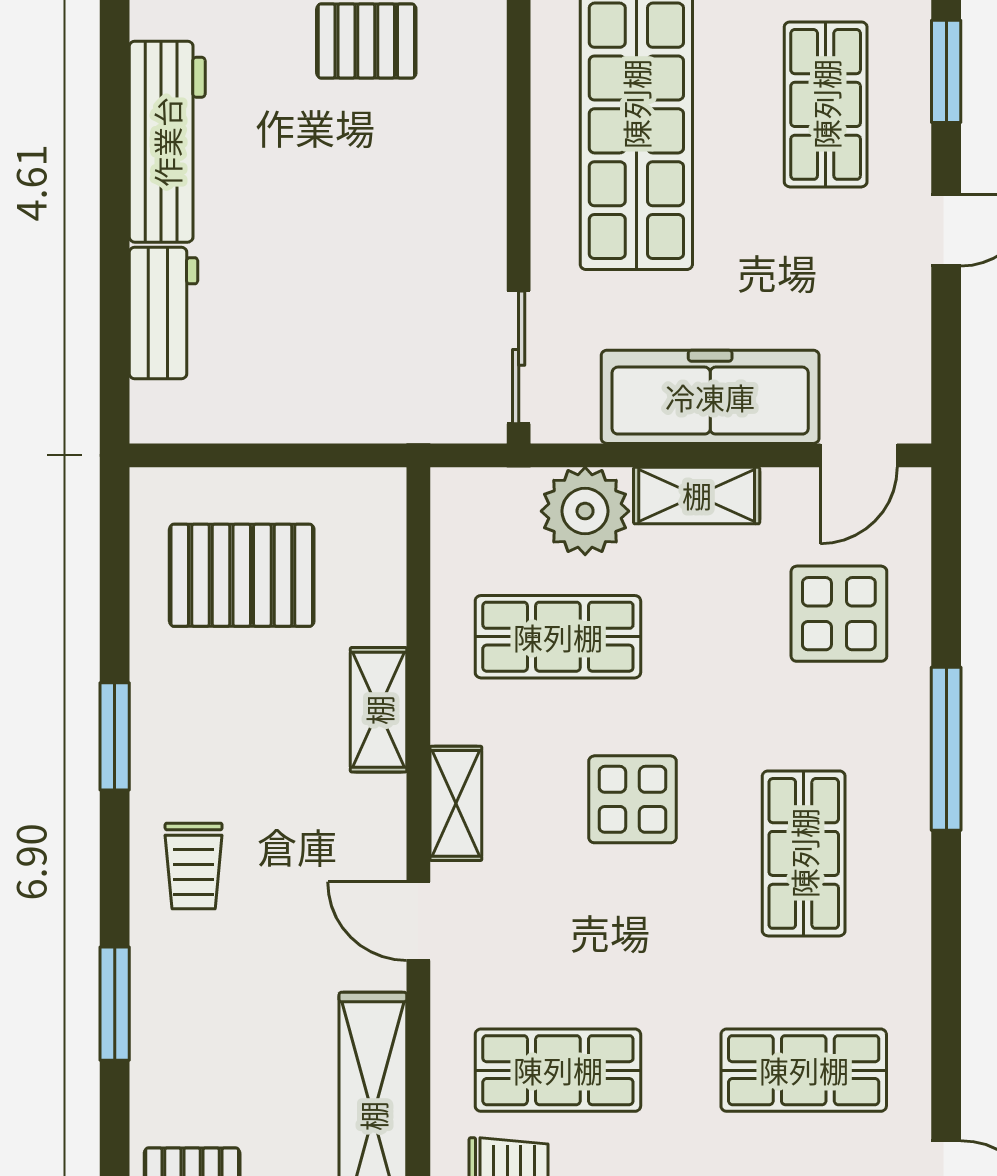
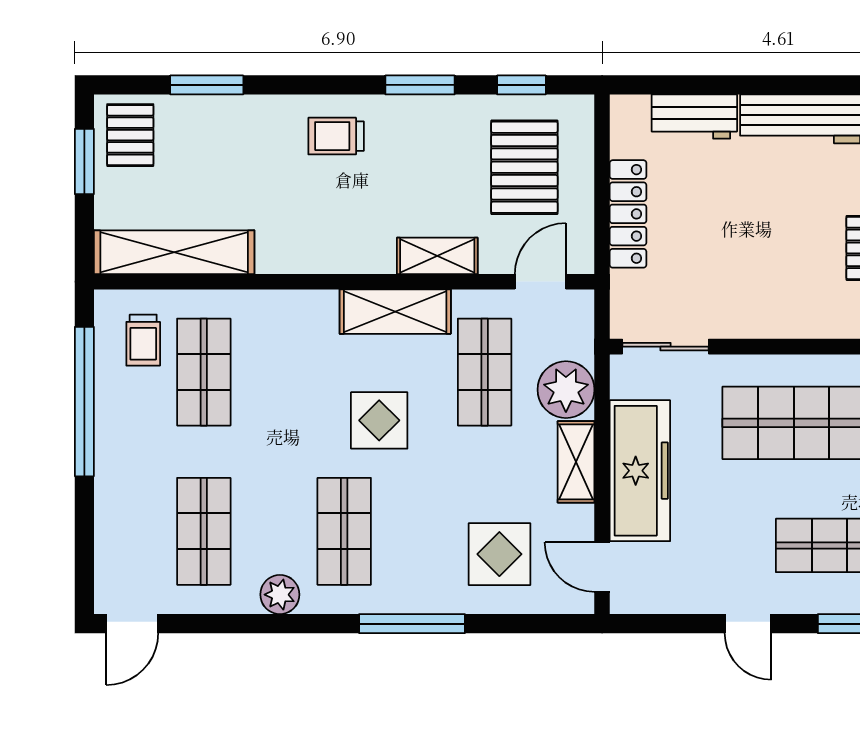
locker: (314, 415) -> (628, 214), added
window: (115, 580) -> (521, 85), added
shelving: (456, 803) -> (395, 312), width x1.50, depth x1.33
shop shelf: (804, 853) -> (344, 531), turned 90
door: (418, 921) -> (540, 282), moved
plant: (901, 953) -> (280, 595), added
window: (115, 1004) -> (207, 85), moved

